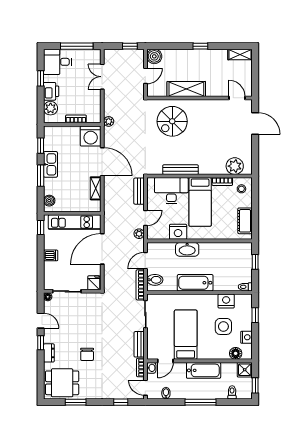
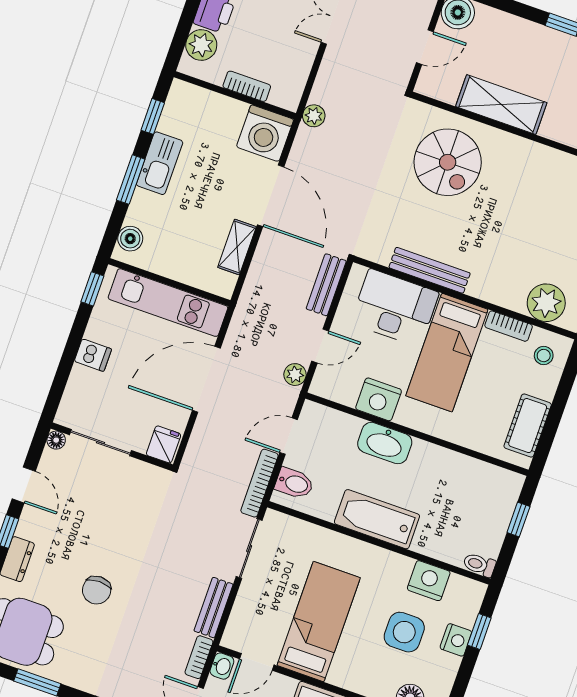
spiral stairs: (172, 121) -> (448, 162), turned -90
nightstand: (246, 337) -> (456, 640), moved

